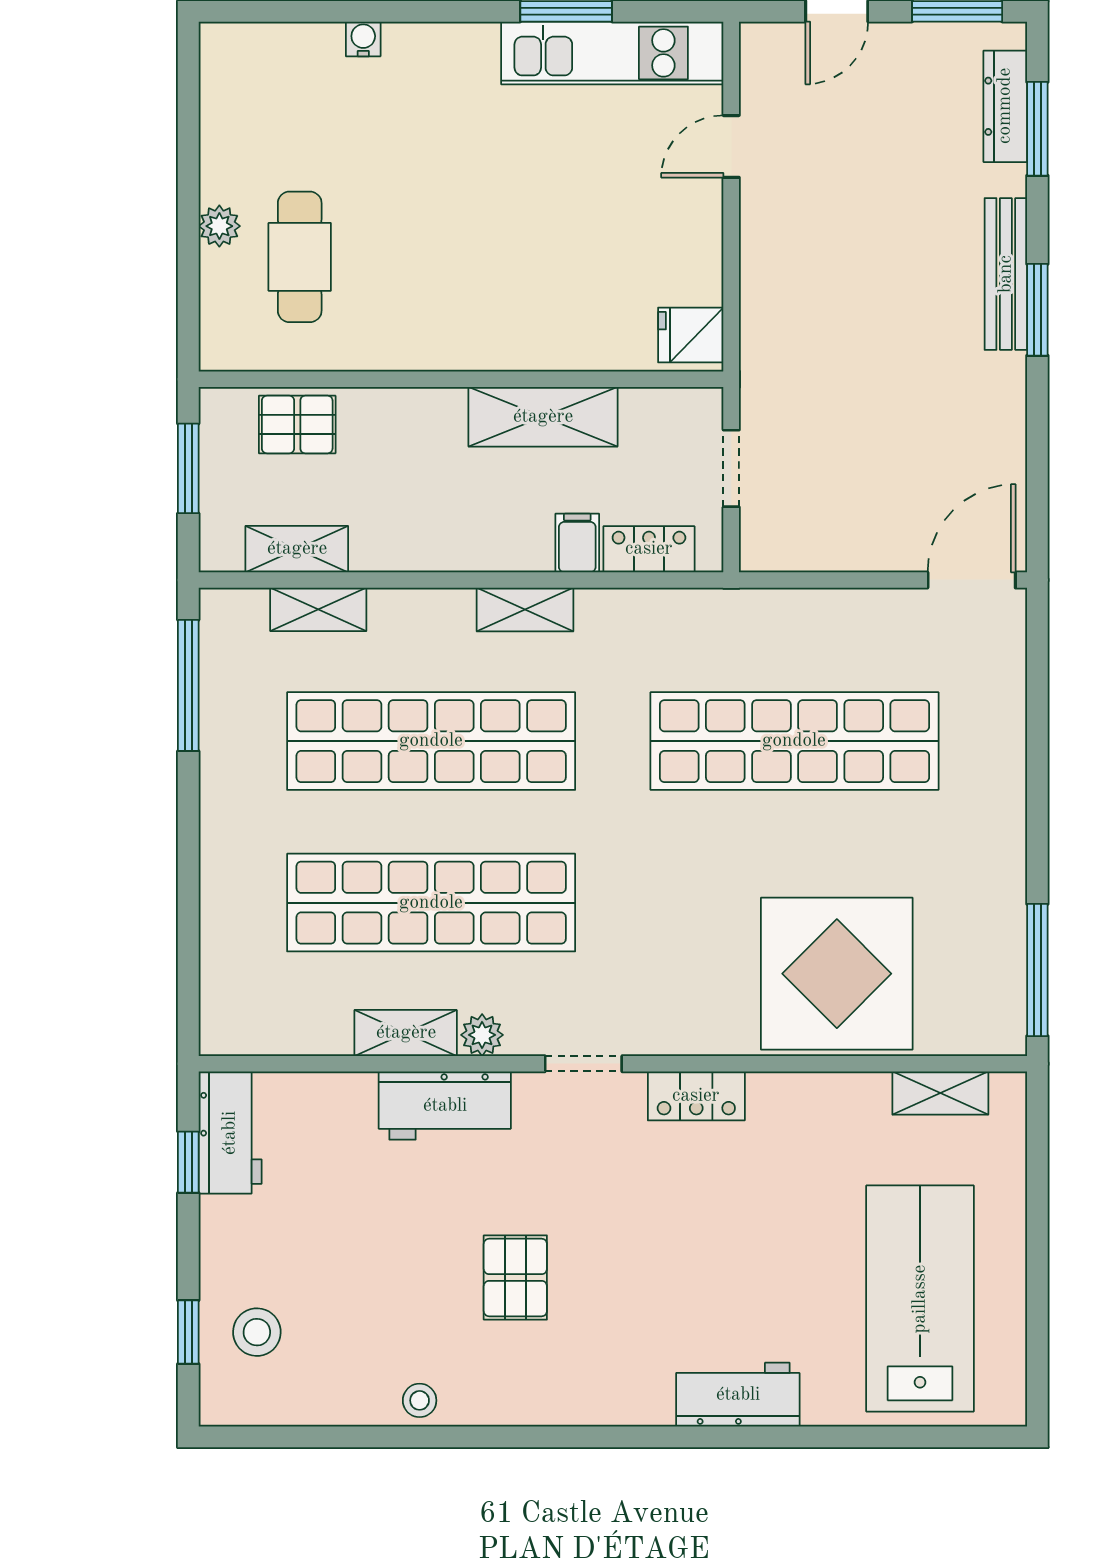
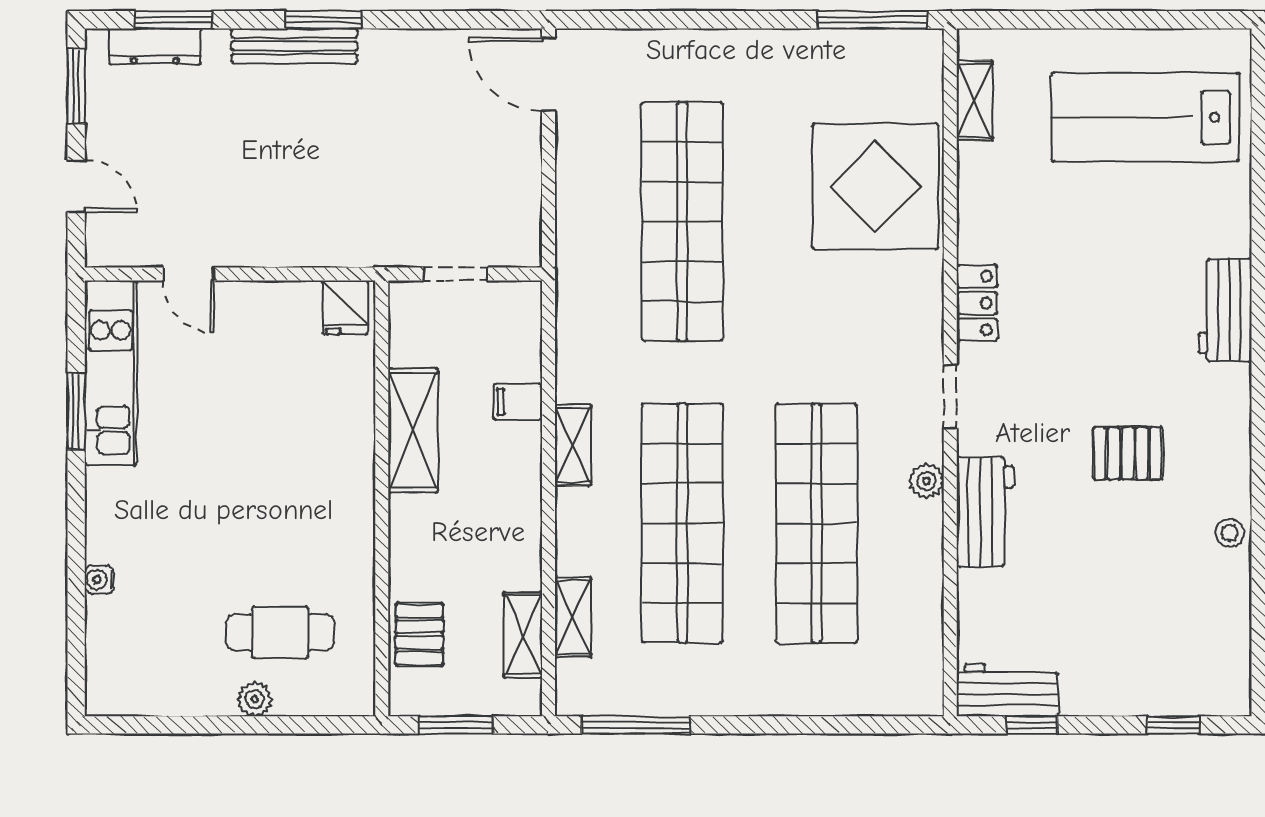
locker: (649, 549) -> (523, 342), removed
shelving: (406, 1033) -> (925, 544), removed
stool: (257, 1332) -> (1173, 668), removed
workbench: (738, 1395) -> (1225, 310), moved

